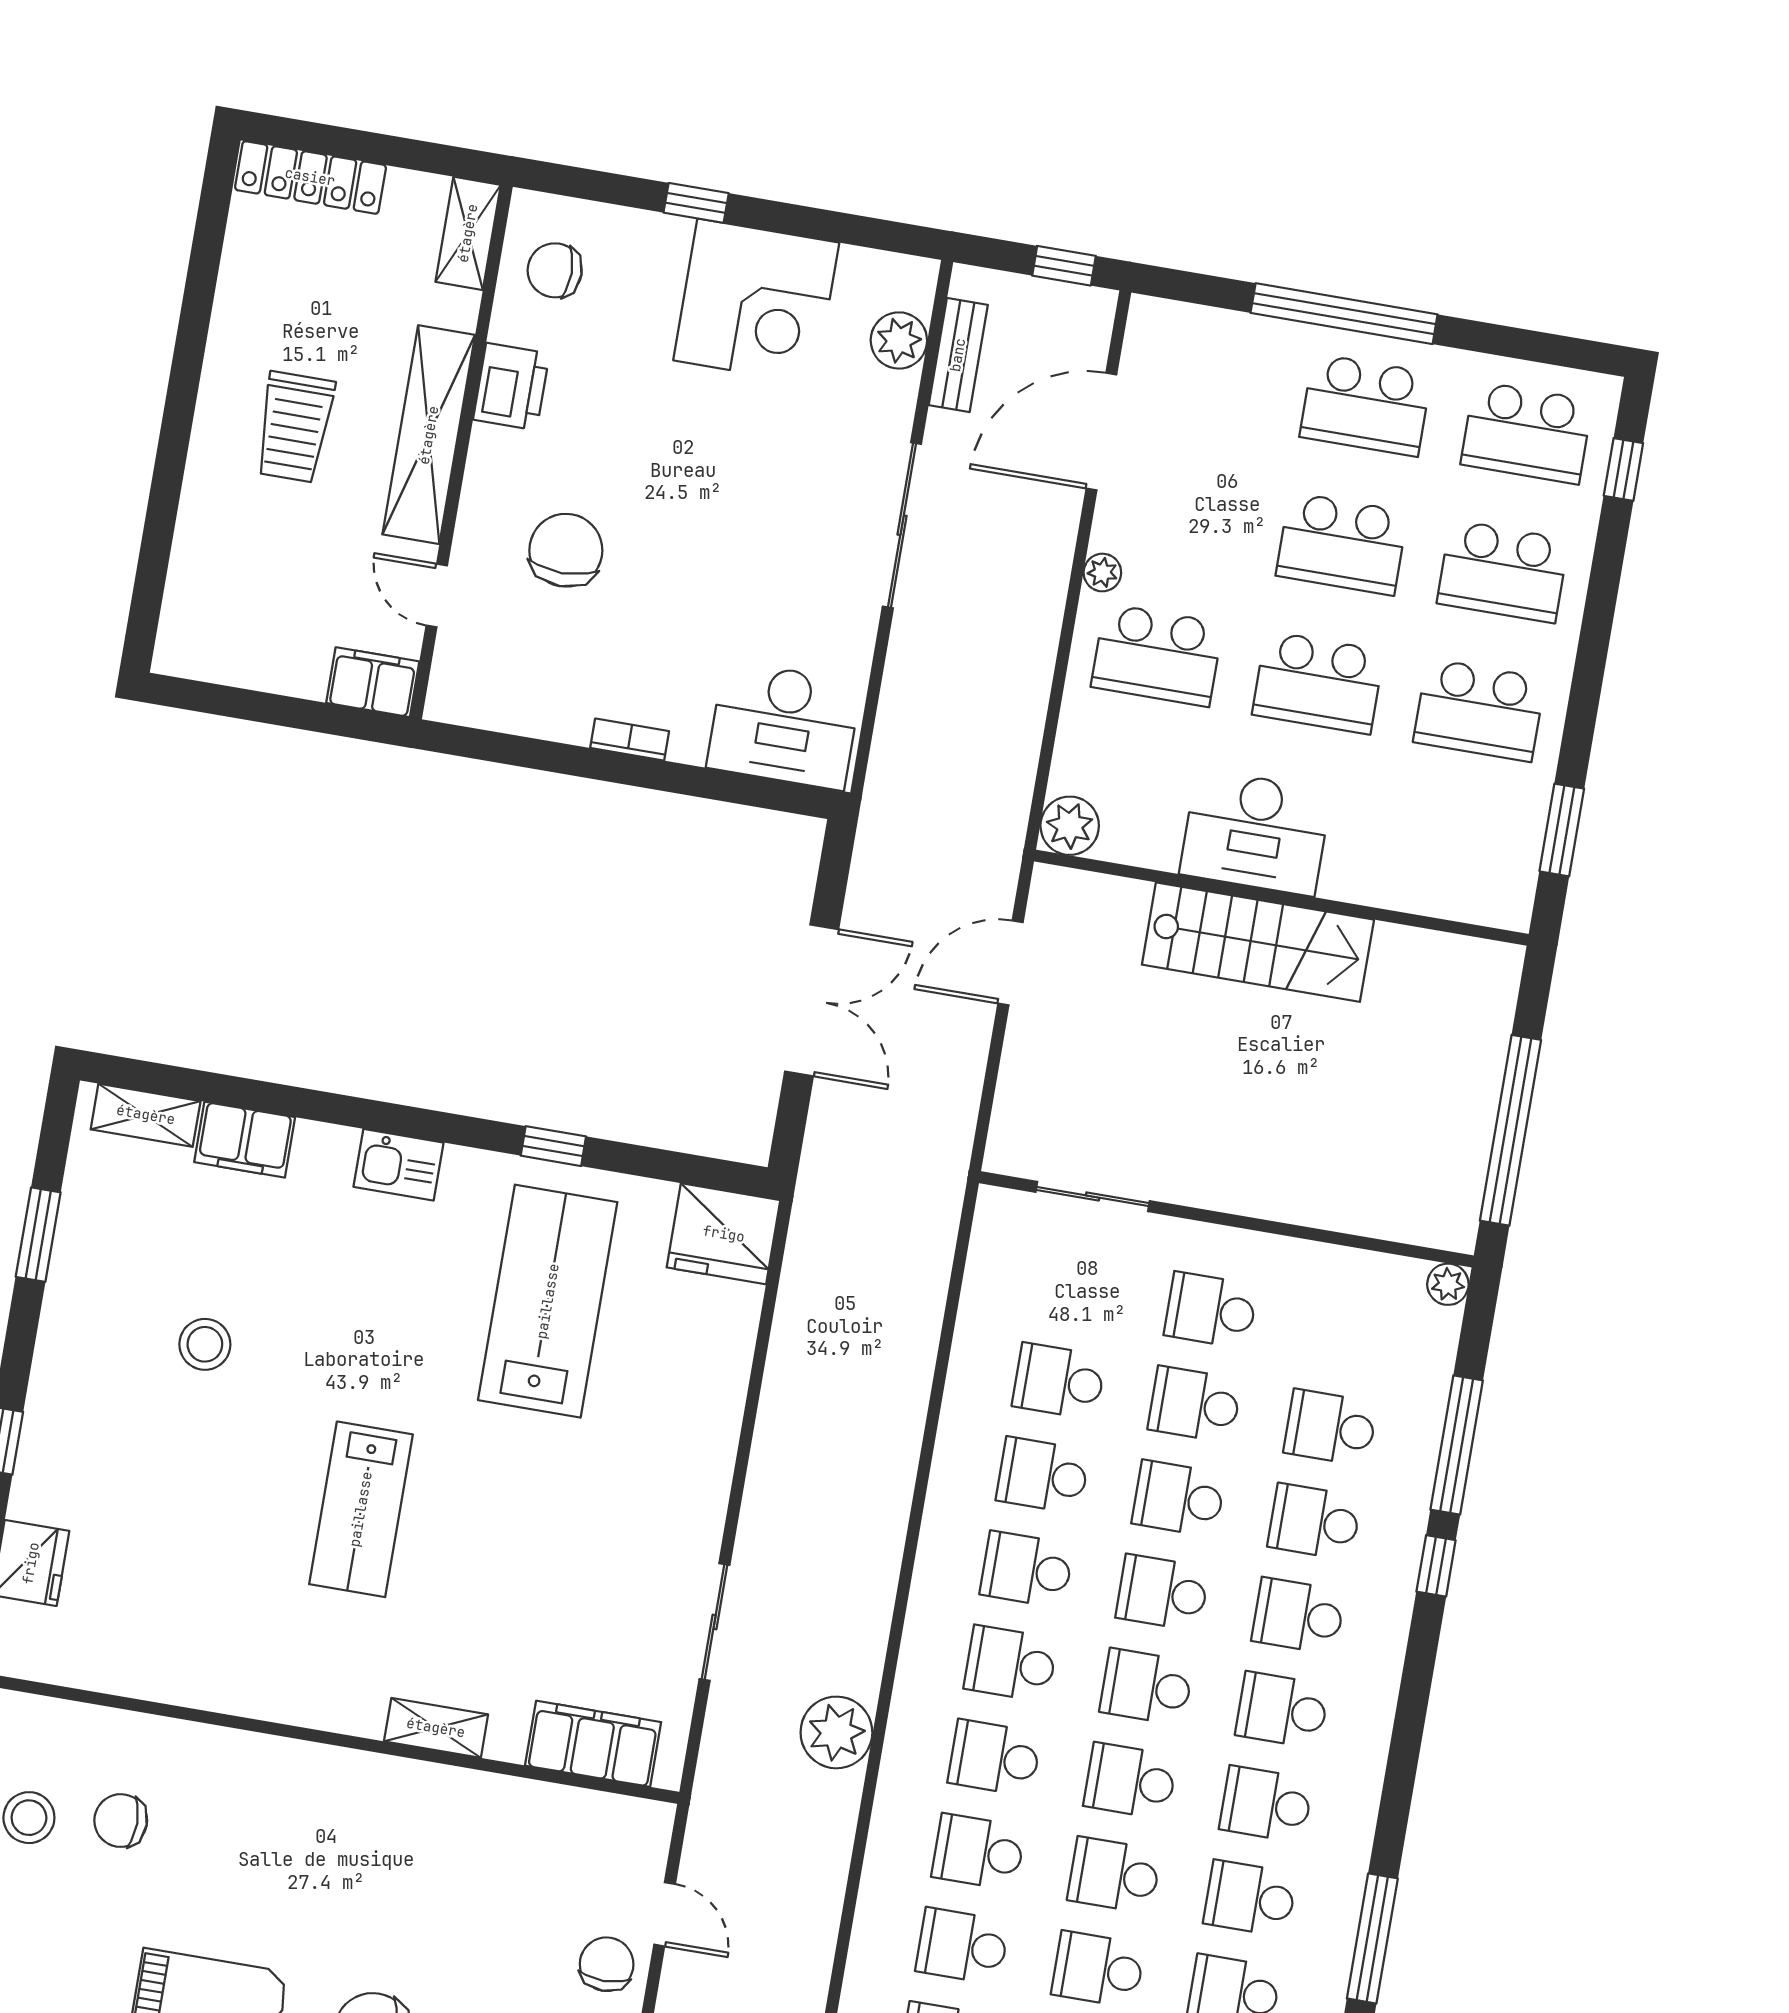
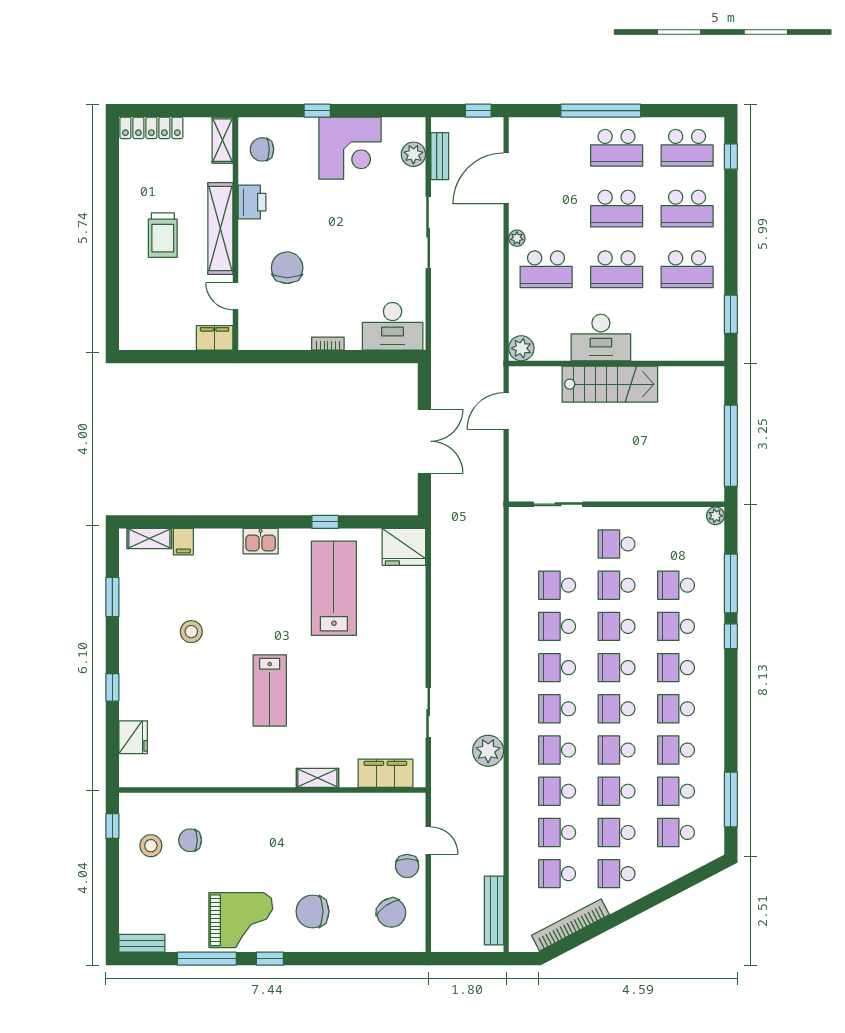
filing cabinet: (245, 1140) -> (183, 542), width x0.50
chair: (607, 1964) -> (407, 866), turned 180

